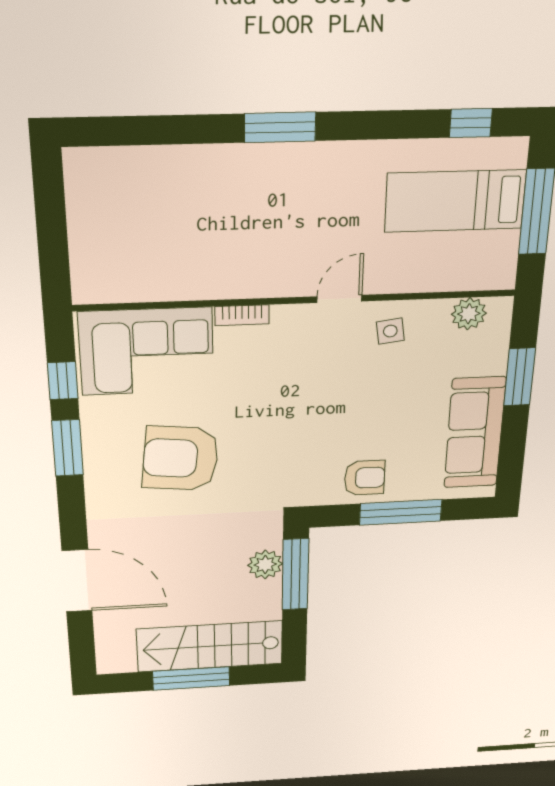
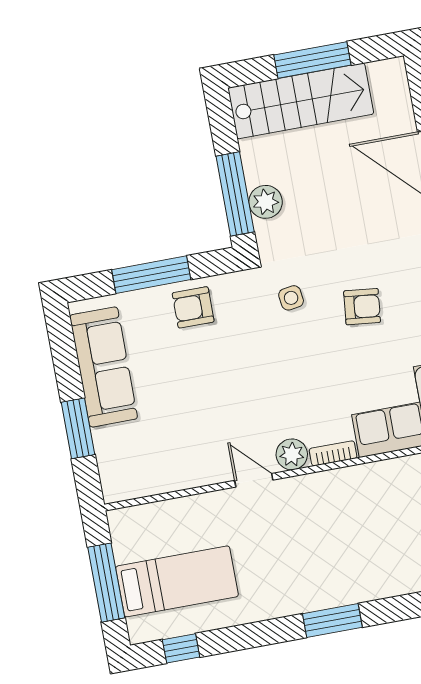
door: (339, 299) -> (254, 480), swing flipped
plant: (469, 314) -> (292, 454), moved
side table: (390, 331) -> (291, 298), moved
armchair: (181, 458) -> (362, 307), width x0.53, depth x0.53

